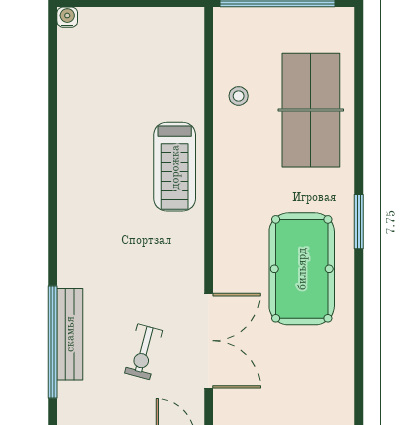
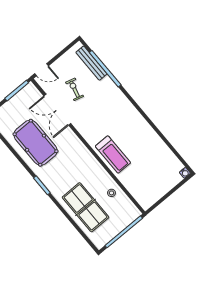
treadmill: (175, 167) -> (113, 155), turned 180
pool table: (302, 269) -> (36, 143), moved
bench: (70, 334) -> (91, 63), moved

